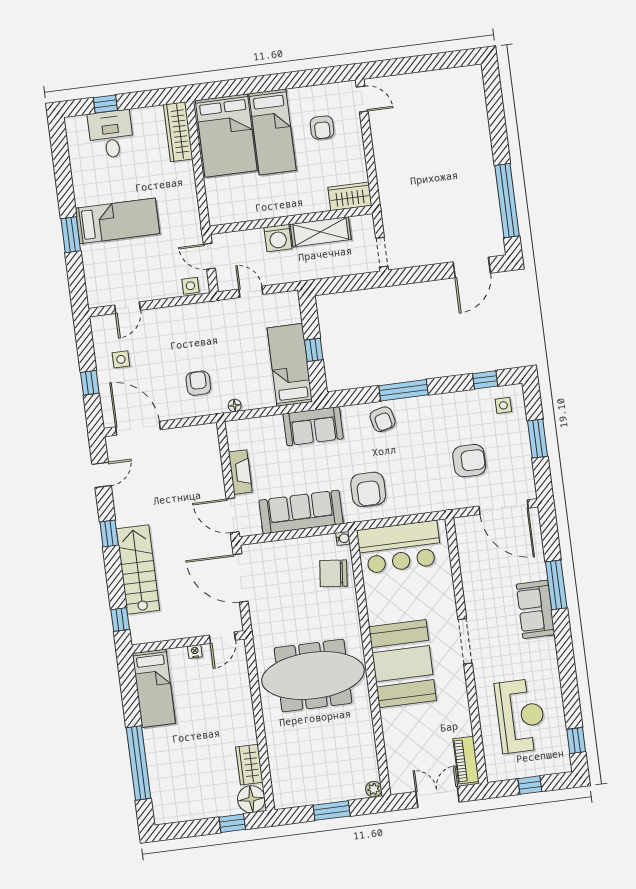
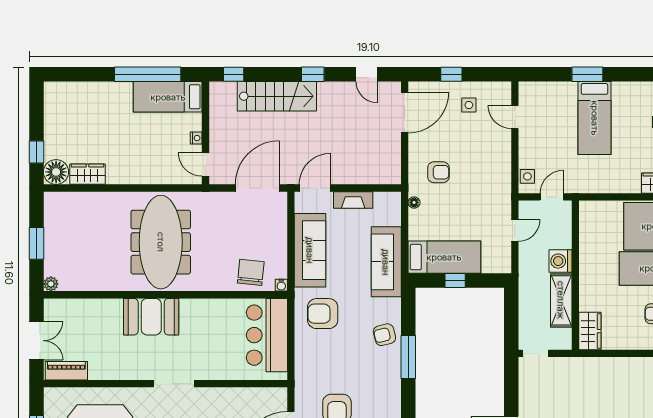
sofa: (313, 426) -> (386, 262), width x1.36
booth: (403, 664) -> (151, 317), width x0.73, depth x0.70
window: (138, 763) -> (148, 74), moved

